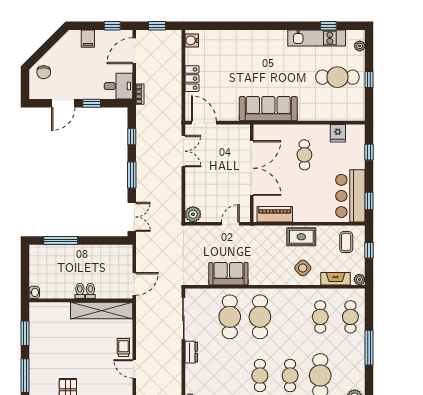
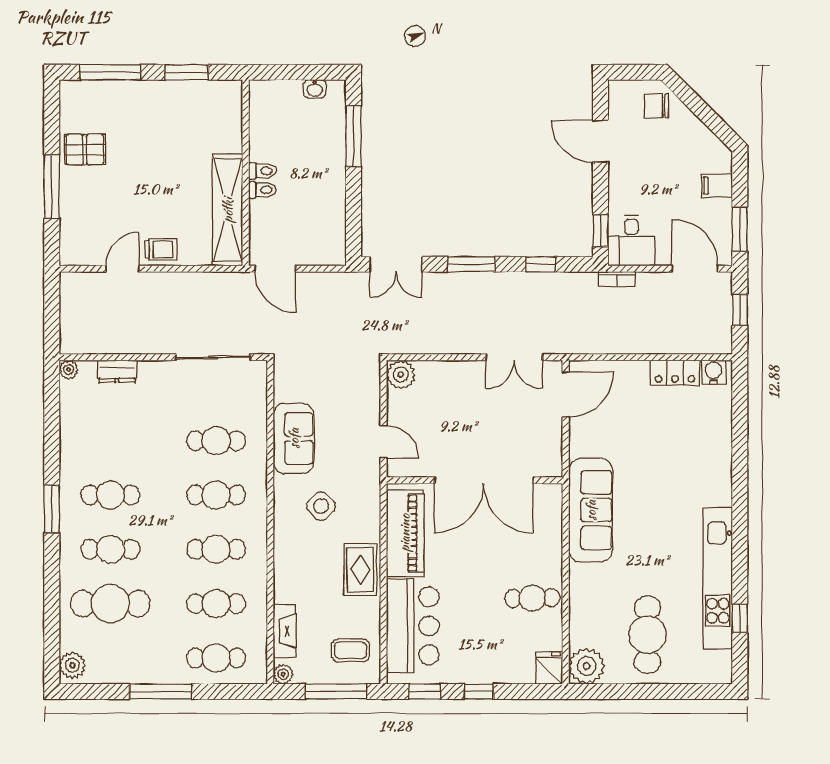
window: (112, 26) -> (740, 229), width x1.50
kitchen unit: (317, 38) -> (718, 578), width x1.36
plant: (360, 46) -> (587, 666), moved, width x1.88, depth x1.88
locker: (192, 79) -> (675, 373), moved
window: (369, 79) -> (643, 691), removed
window: (92, 103) -> (601, 231), moved
fridge: (338, 133) -> (549, 668), moved, turned 90
window: (369, 152) -> (479, 691), moved
cafe table: (304, 155) -> (532, 598), moved
bar counter: (350, 196) -> (413, 626), moved, turned 90
piano: (275, 214) -> (405, 533), width x1.37, depth x1.33
window: (369, 250) -> (336, 691), width x2.17
side table: (303, 268) -> (321, 506), moved
washbasin: (34, 292) -> (315, 89), moved
cafe table: (230, 317) -> (216, 441), width x0.73, depth x0.74
cafe table: (260, 317) -> (216, 495), width x0.73, depth x0.74
cafe table: (290, 317) -> (216, 549), added
dresser: (191, 352) -> (117, 371), moved

